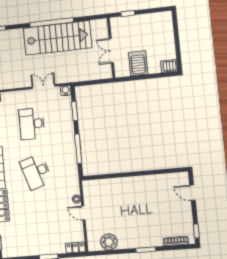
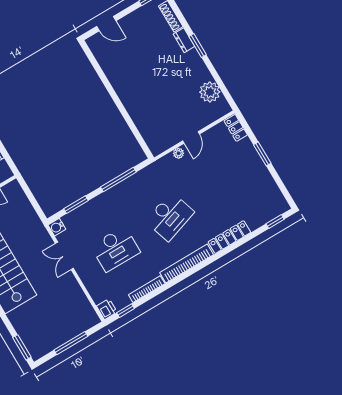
door: (192, 193) -> (106, 24), hinge flipped
dresser: (154, 242) -> (184, 40), added

